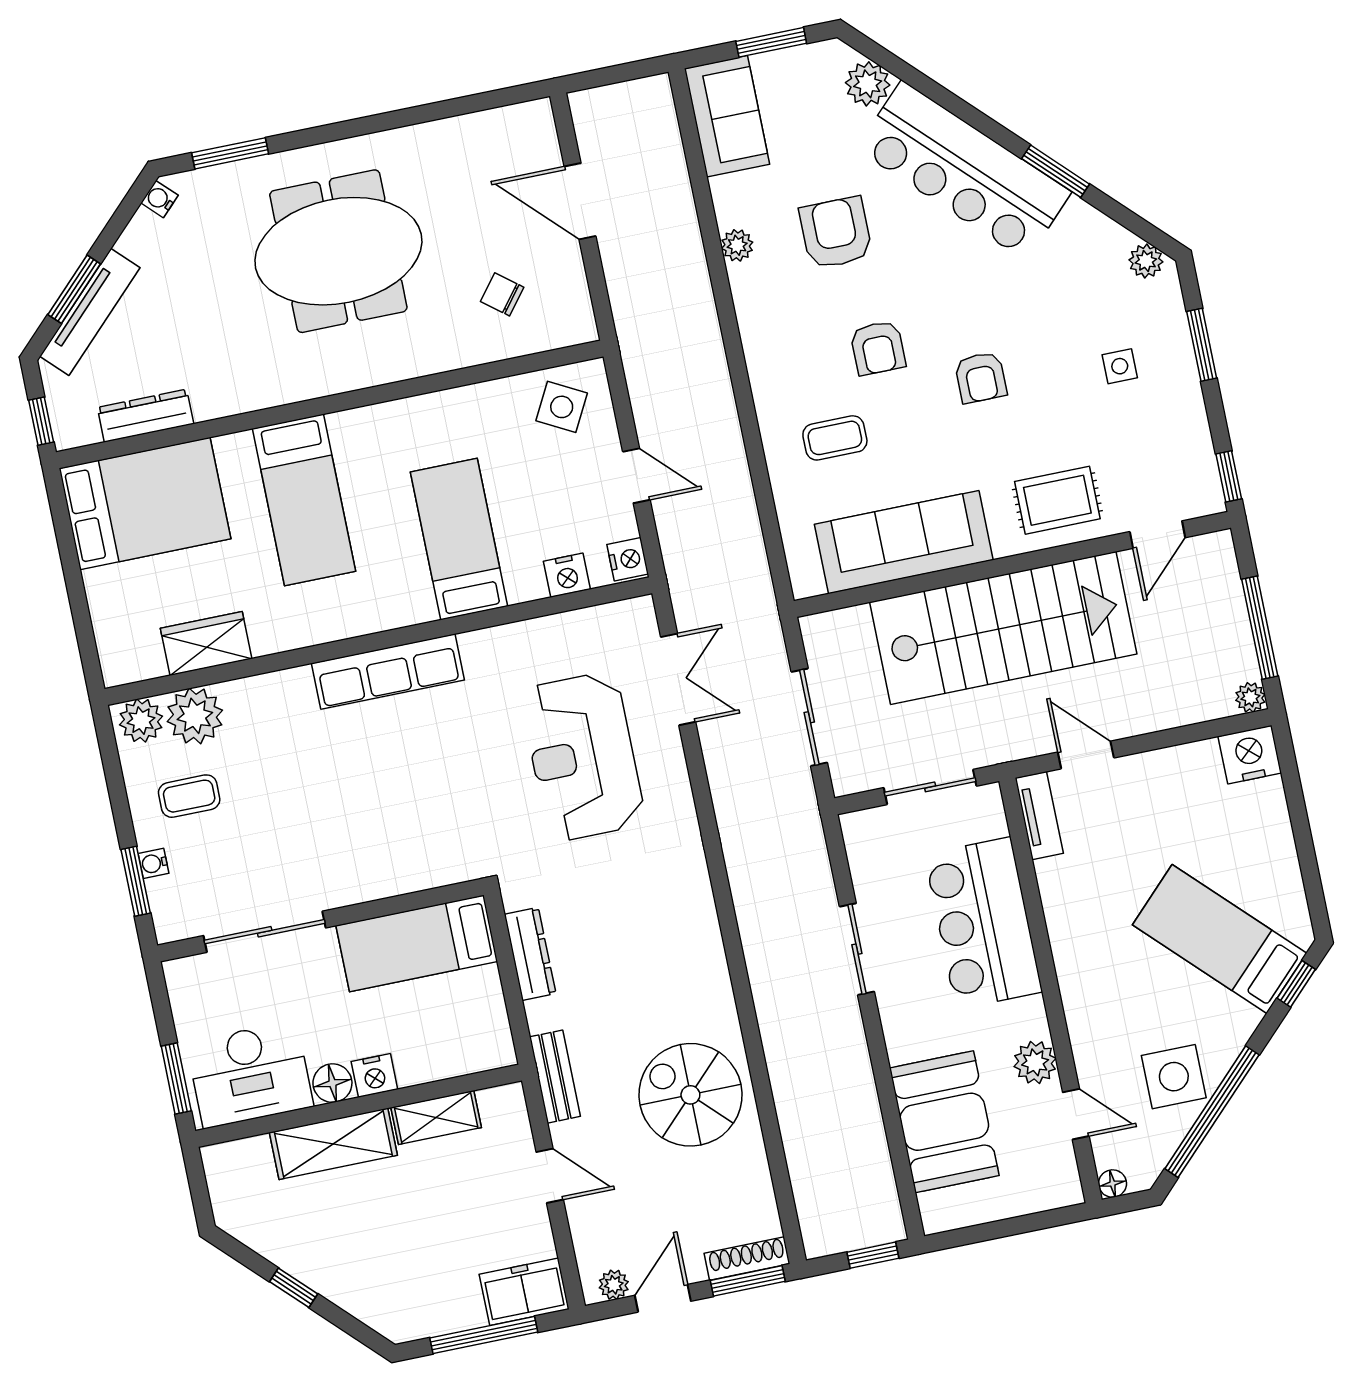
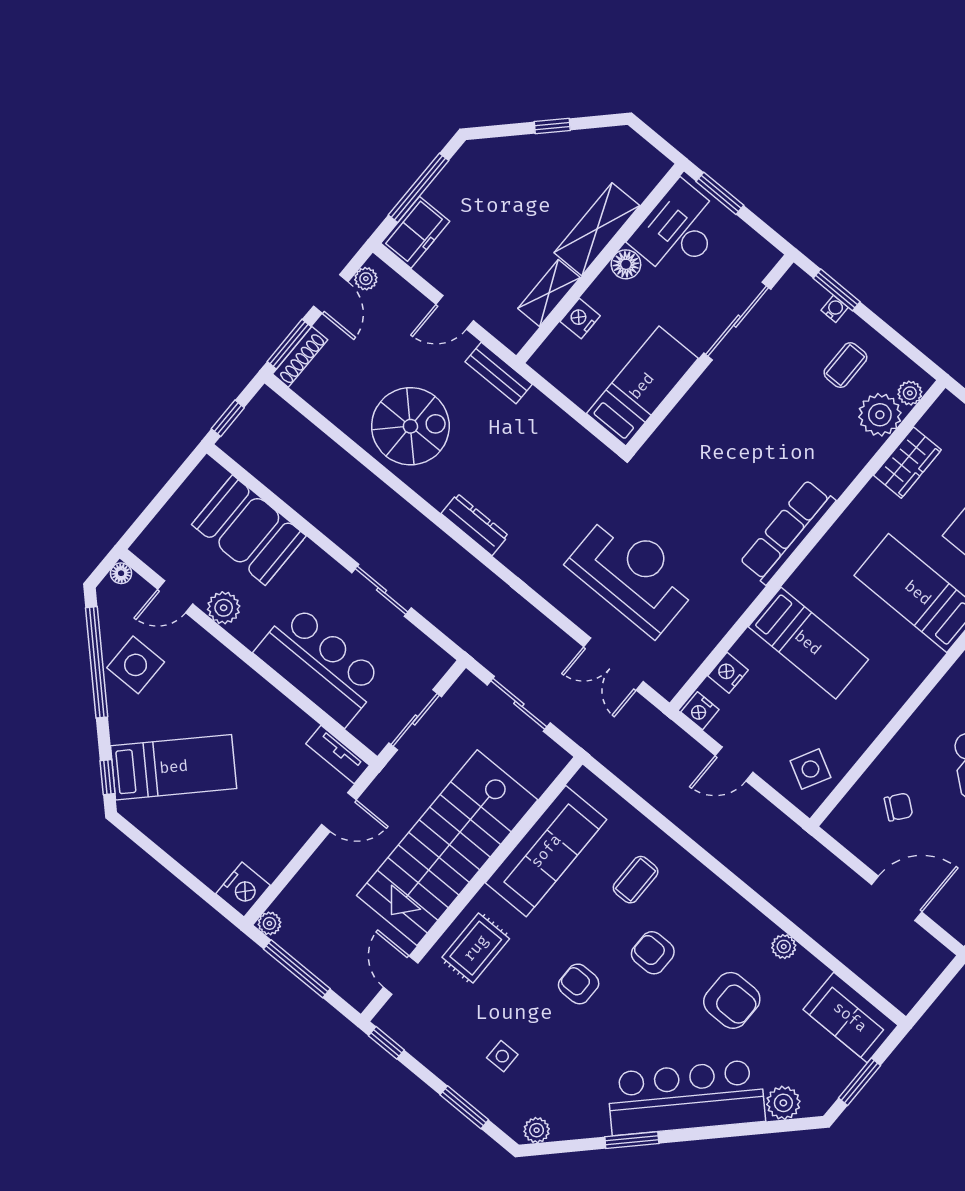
plant: (141, 721) -> (910, 393), width x0.73, depth x0.73
dresser: (530, 954) -> (475, 525), moved, turned 180
nightstand: (374, 1075) -> (580, 319), moved

